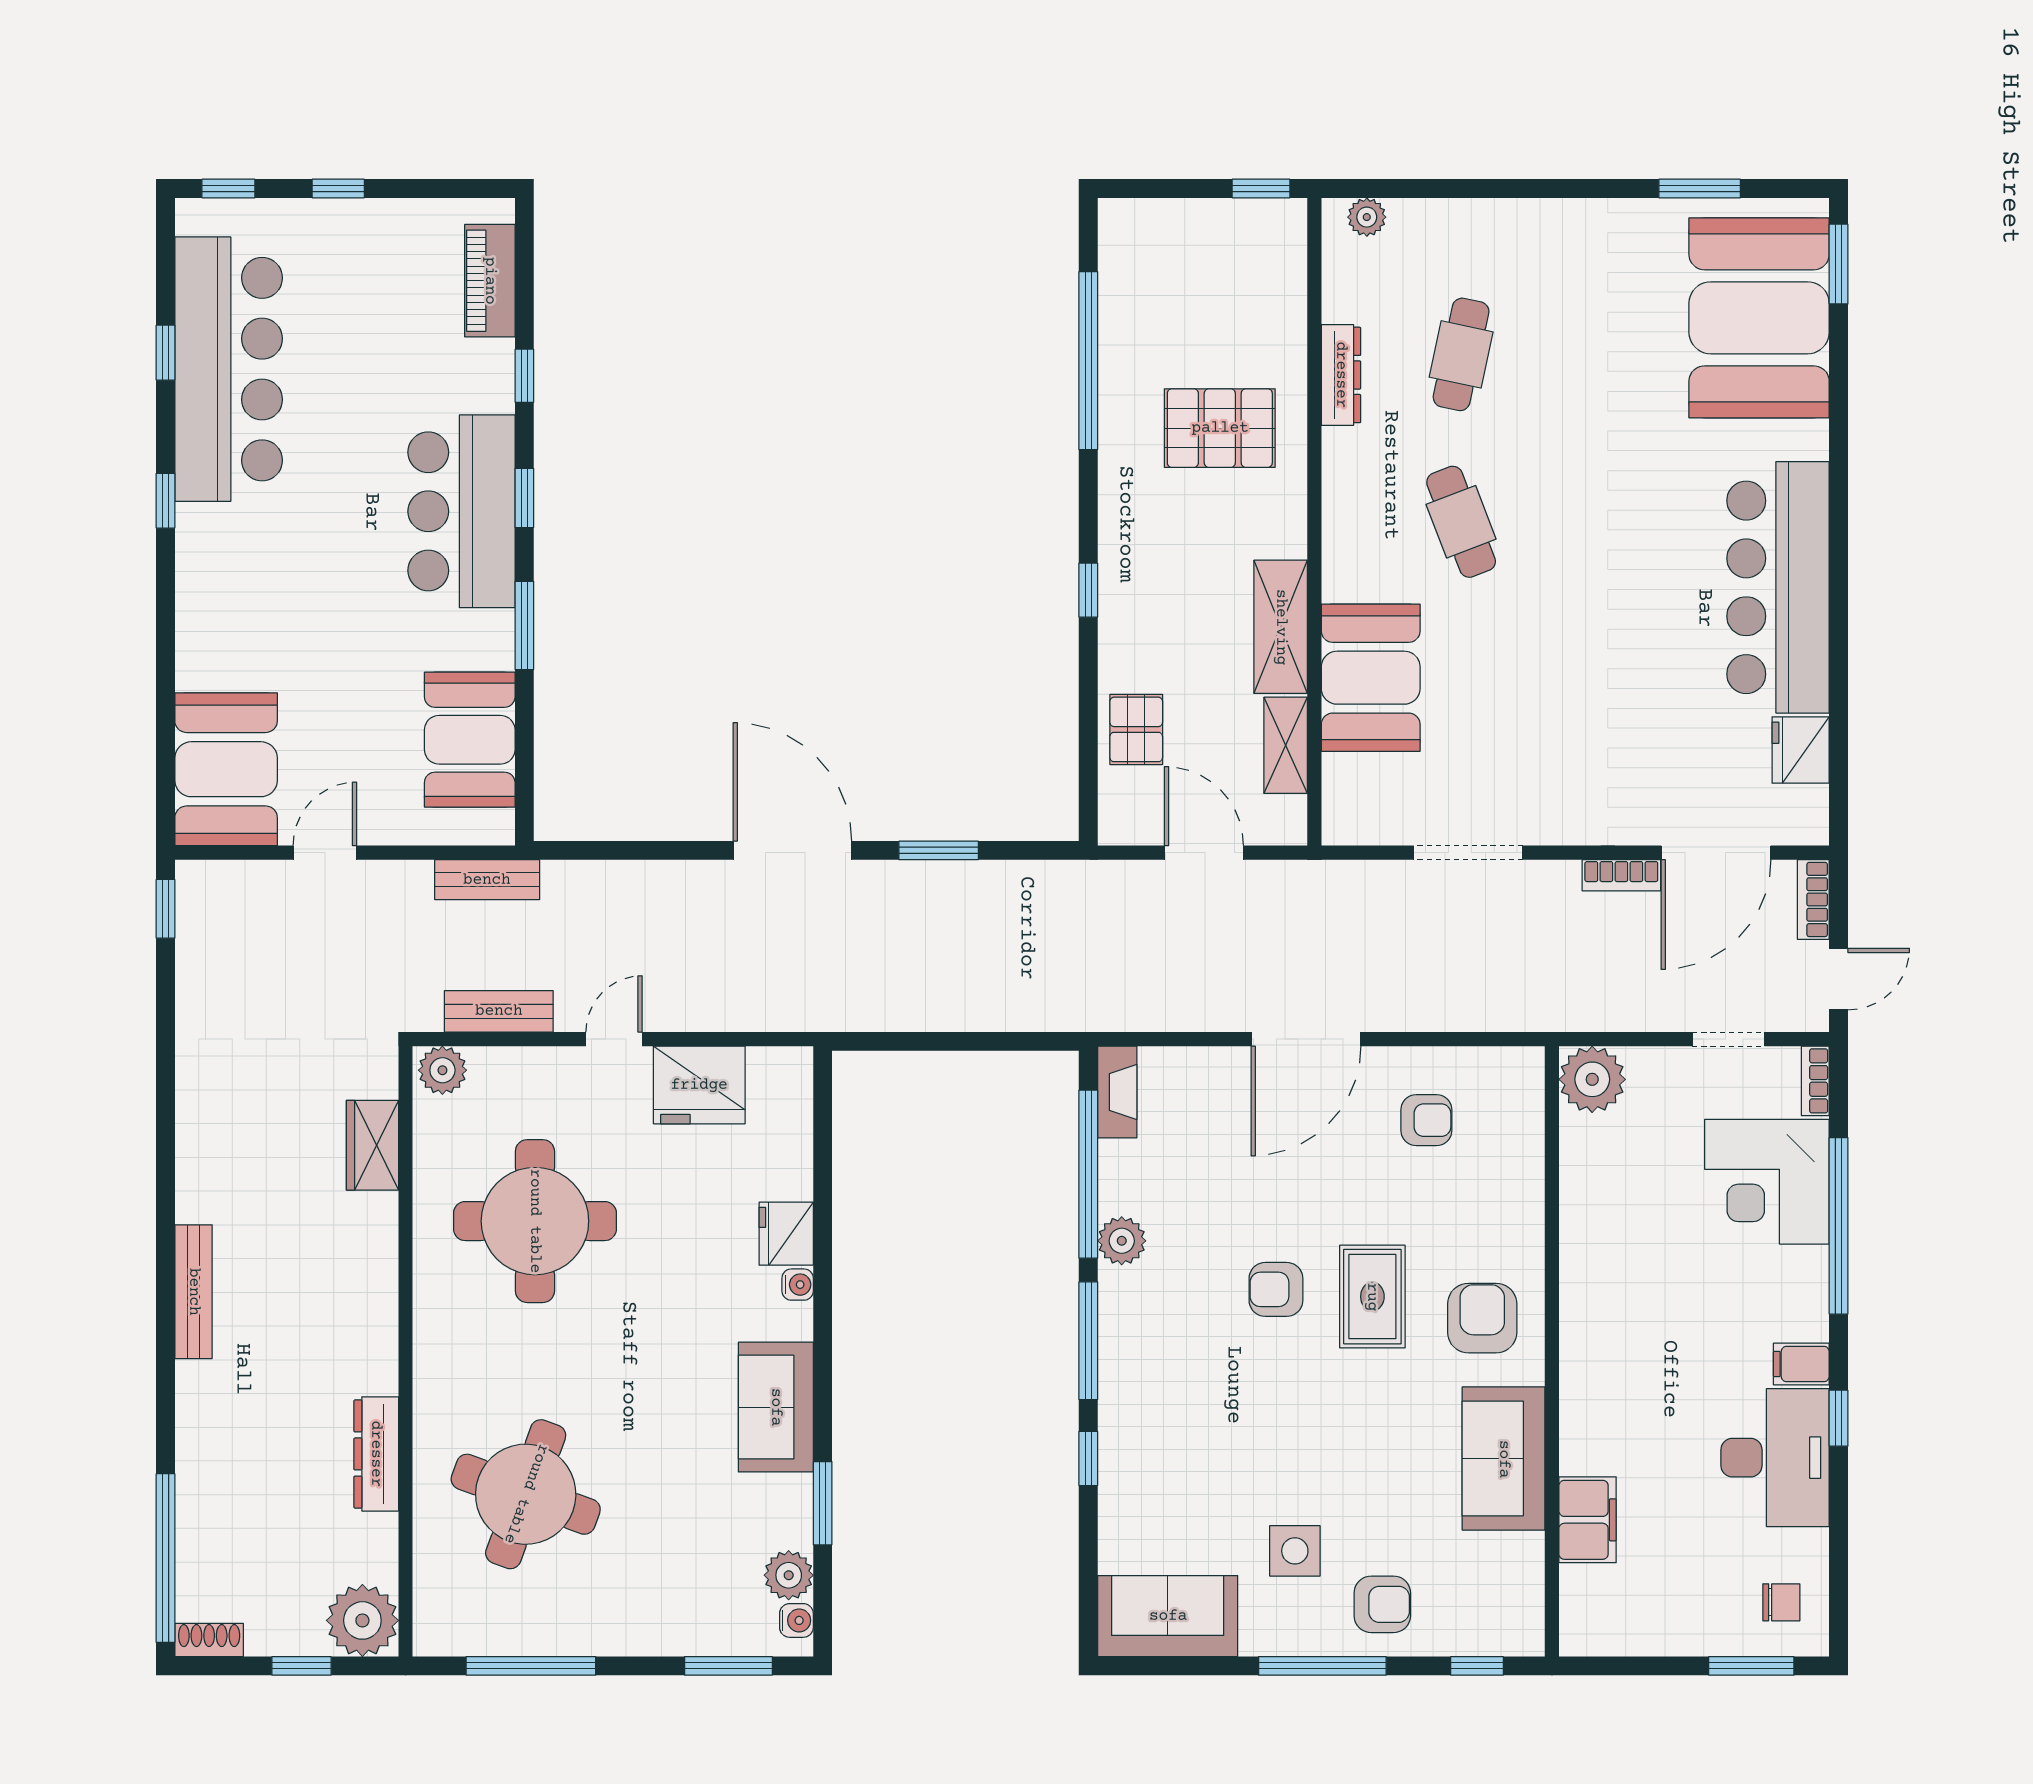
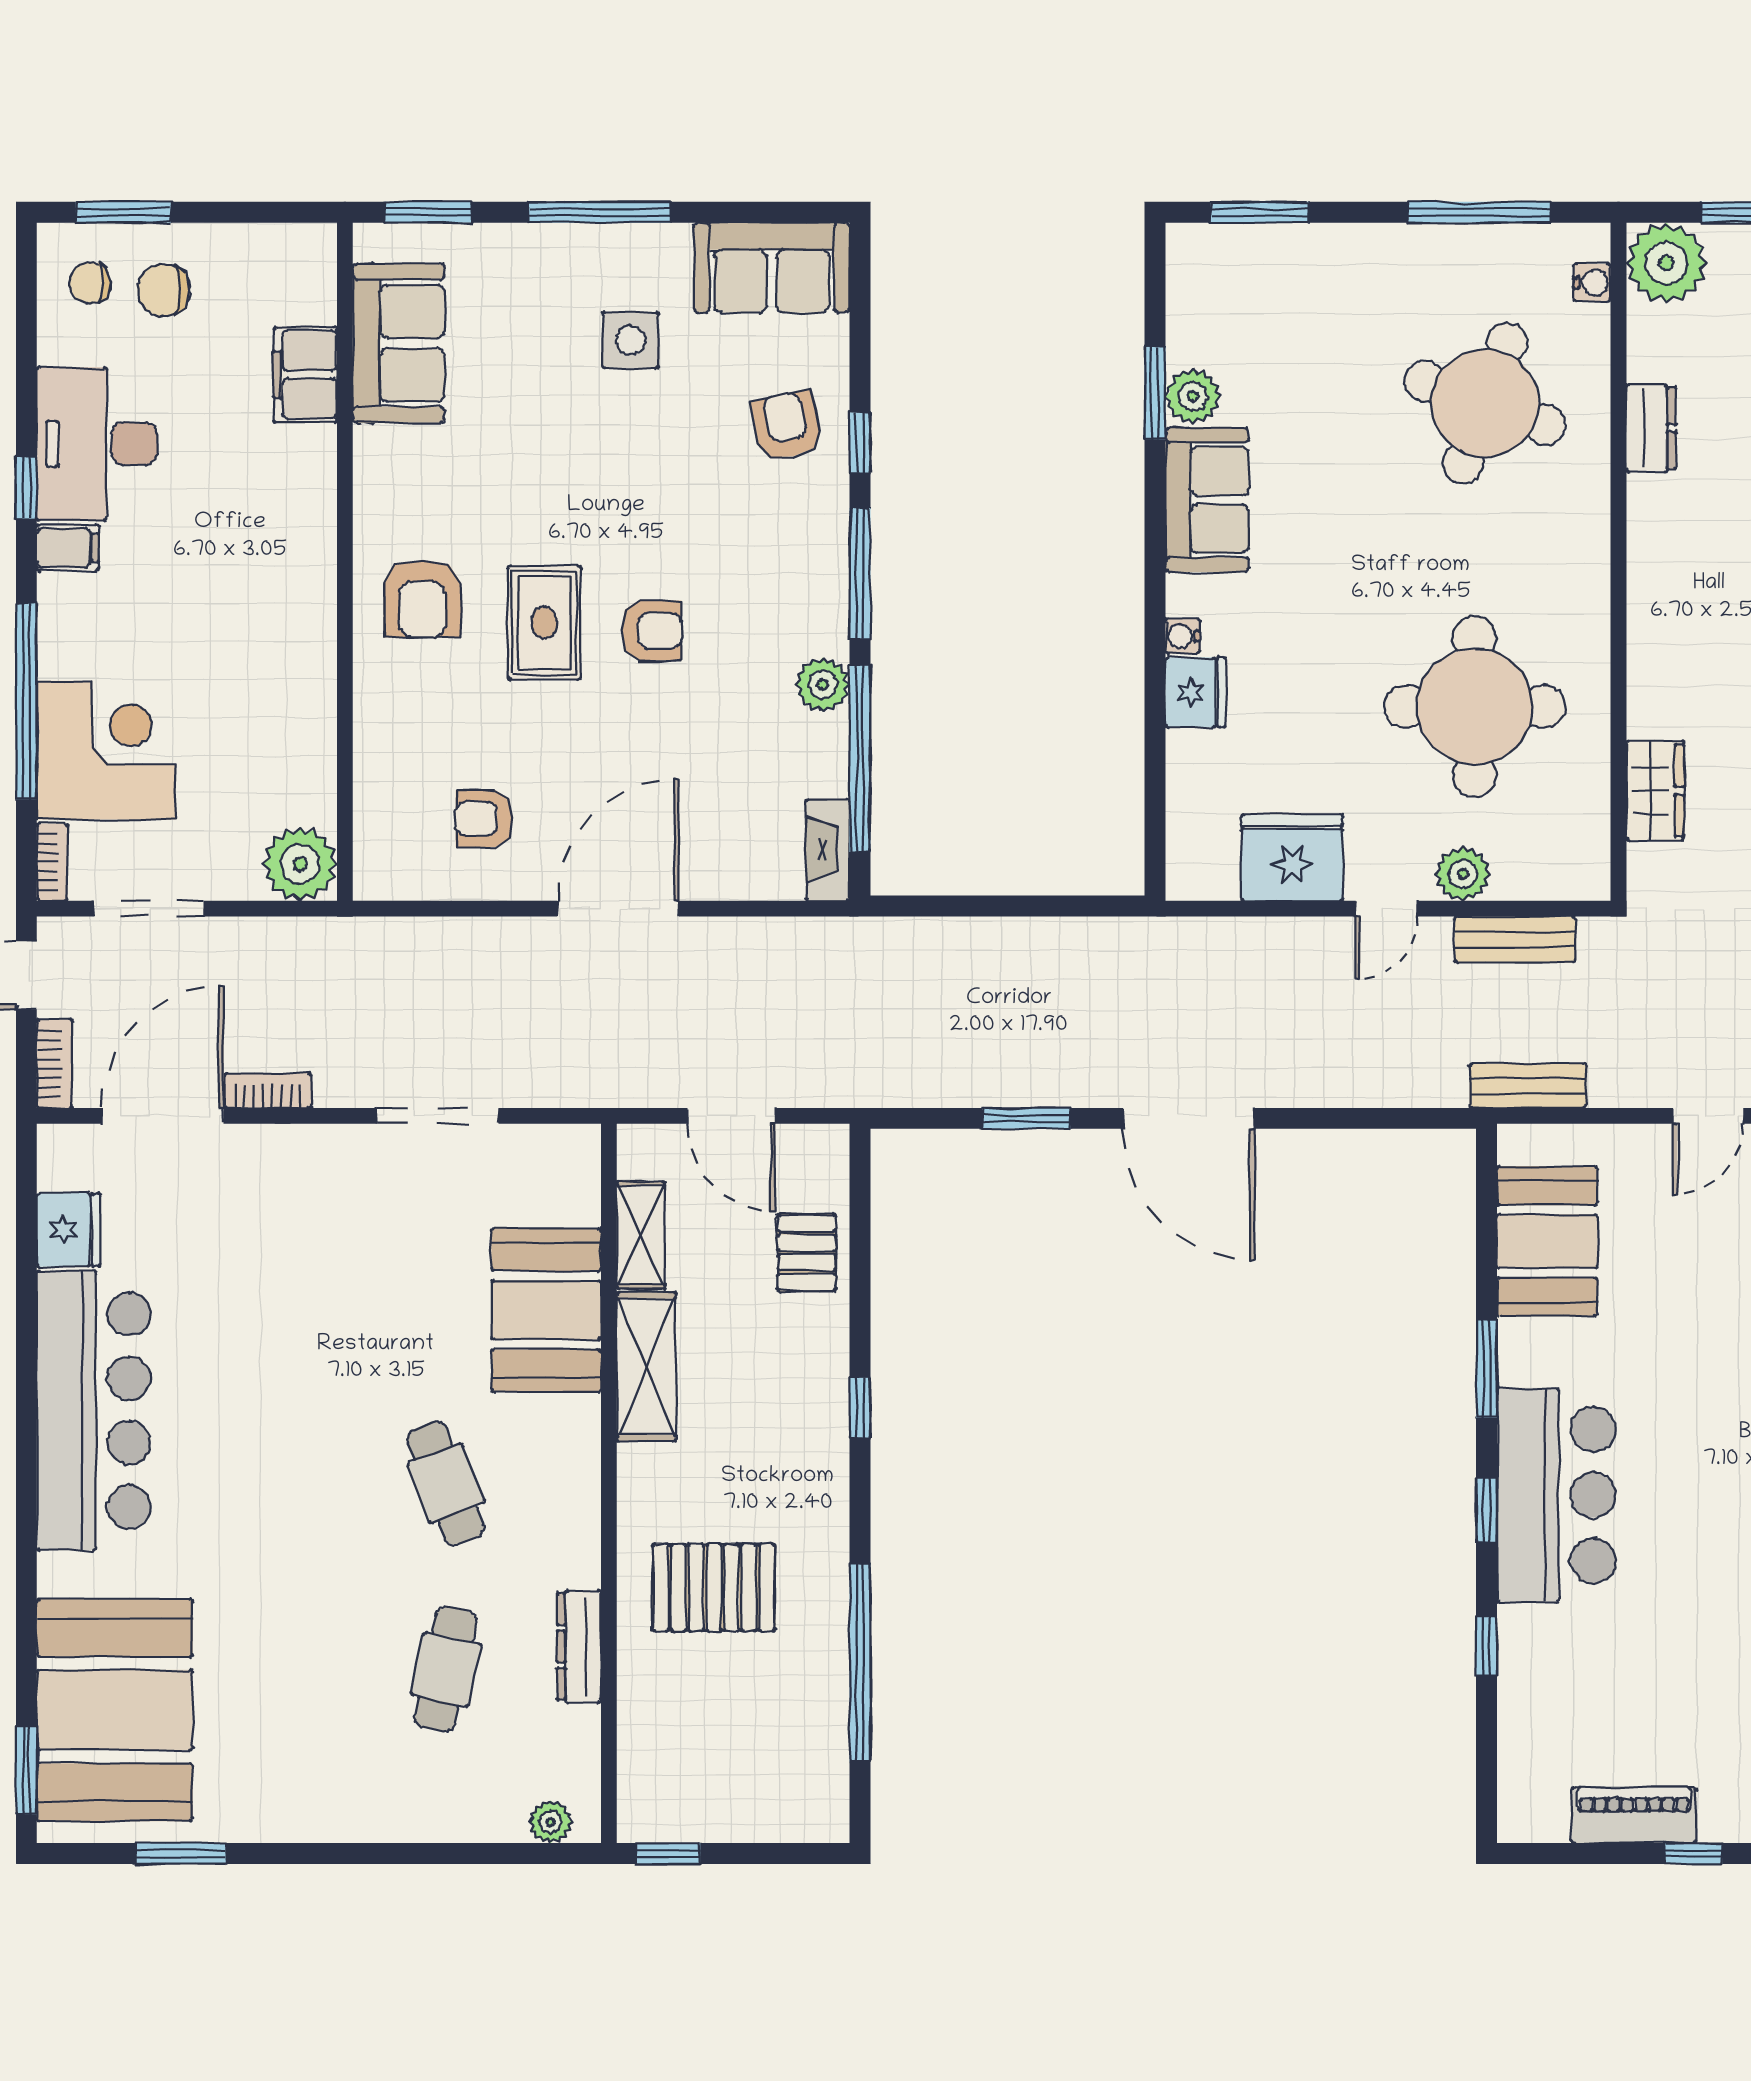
piano: (490, 281) -> (1634, 1815), moved, turned -90
doorway: (1728, 1039) -> (149, 909), width x1.38
plant: (442, 1070) -> (1463, 874), moved
dresser: (376, 1454) -> (1651, 428), width x0.70
sofa: (1504, 1459) -> (399, 343), moved
plant: (789, 1575) -> (1193, 396), moved
chair: (1715, 1596) -> (164, 290), added
armchair: (1382, 1604) -> (787, 426), moved, turned 78
water cooler: (796, 1620) -> (1592, 283), moved, turned 180
window: (1477, 1666) -> (428, 212), width x1.50

